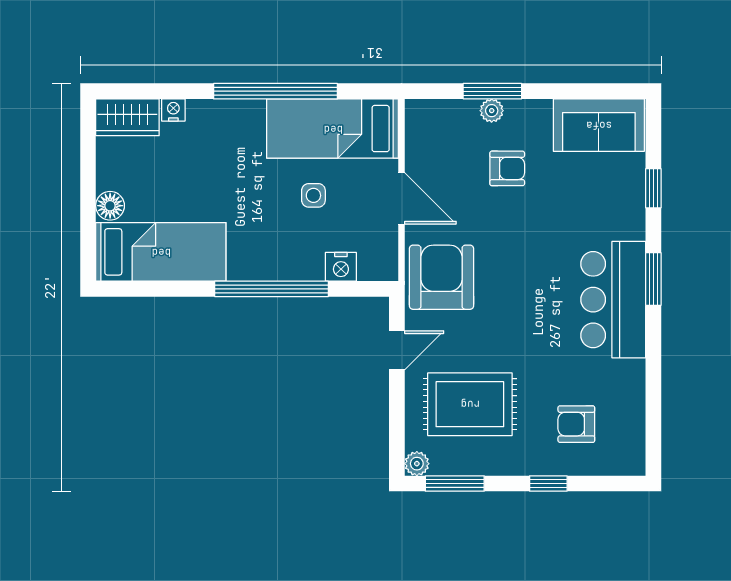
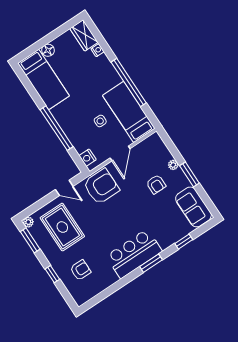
window: (492, 91) -> (189, 174), moved
nightstand: (341, 267) -> (88, 158), moved
armchair: (576, 424) -> (80, 270), turned 90

